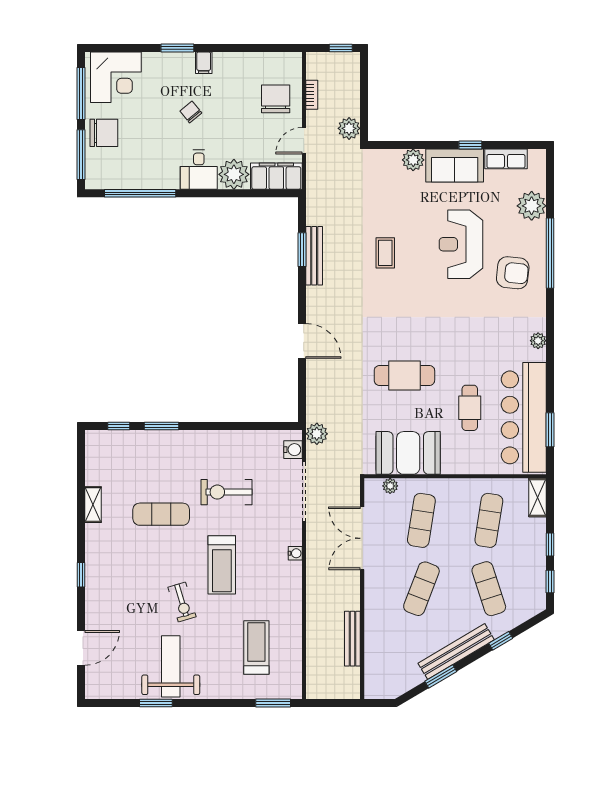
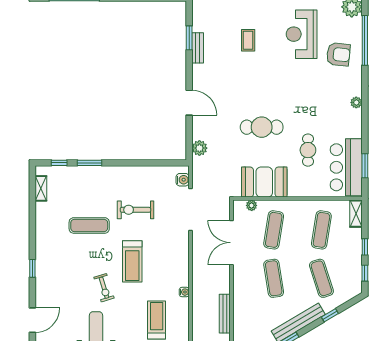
bench: (314, 256) -> (198, 48), width x0.73
bar counter: (524, 417) -> (346, 167), width x0.73
plant: (317, 434) -> (199, 148), moved
shelving: (93, 505) -> (41, 188), moved
water cooler: (295, 553) -> (184, 292), moved
exercise mat: (421, 589) -> (274, 278), turned -30

